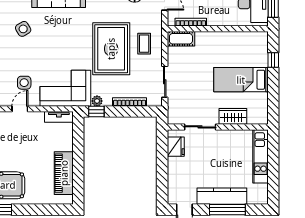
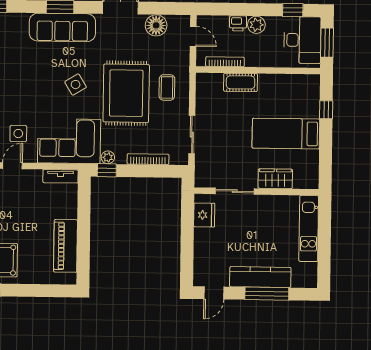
side table: (23, 29) -> (76, 85), moved
cot: (181, 39) -> (241, 82), moved

